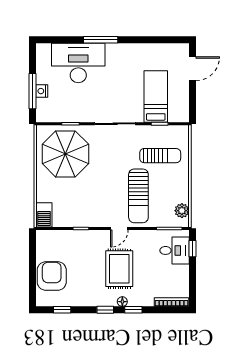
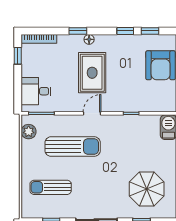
parasol: (65, 154) -> (147, 189), width x0.73, depth x0.73
sun lounger: (138, 196) -> (73, 147), turned 90
window: (193, 249) -> (18, 56), moved
window: (105, 310) -> (125, 31), moved

